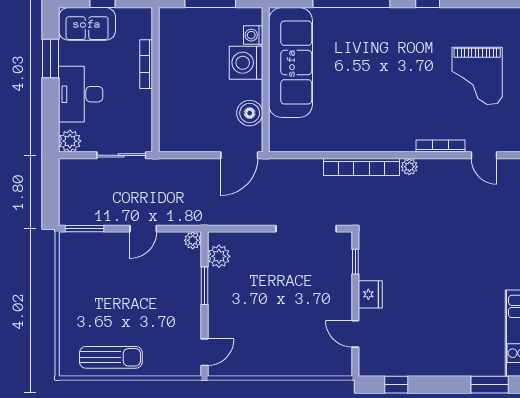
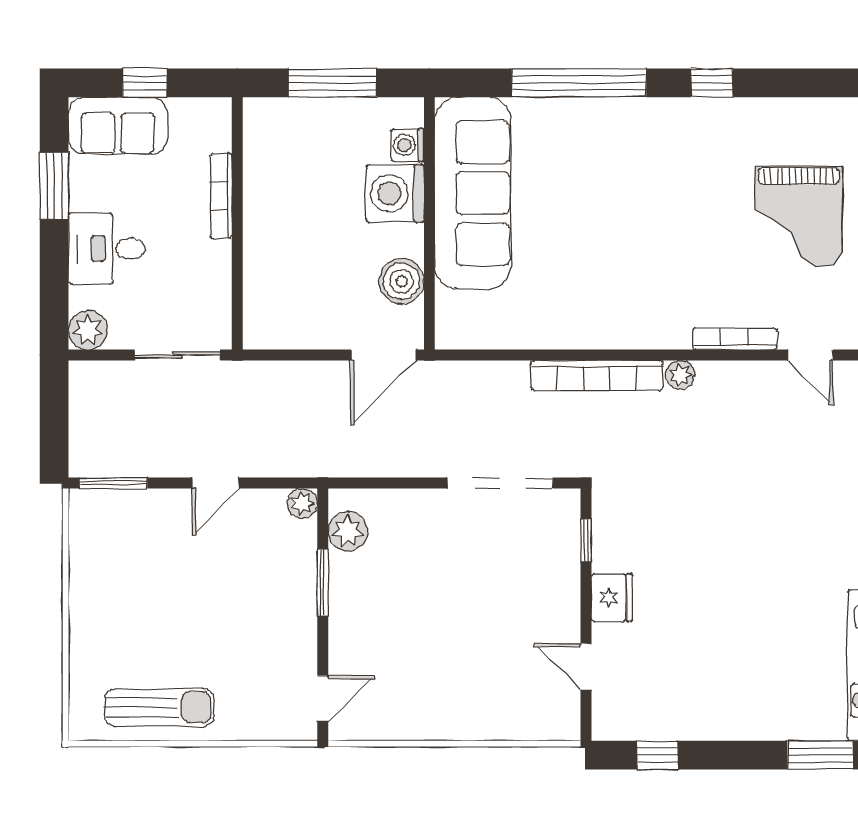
desk: (81, 94) -> (107, 248), width x0.73

